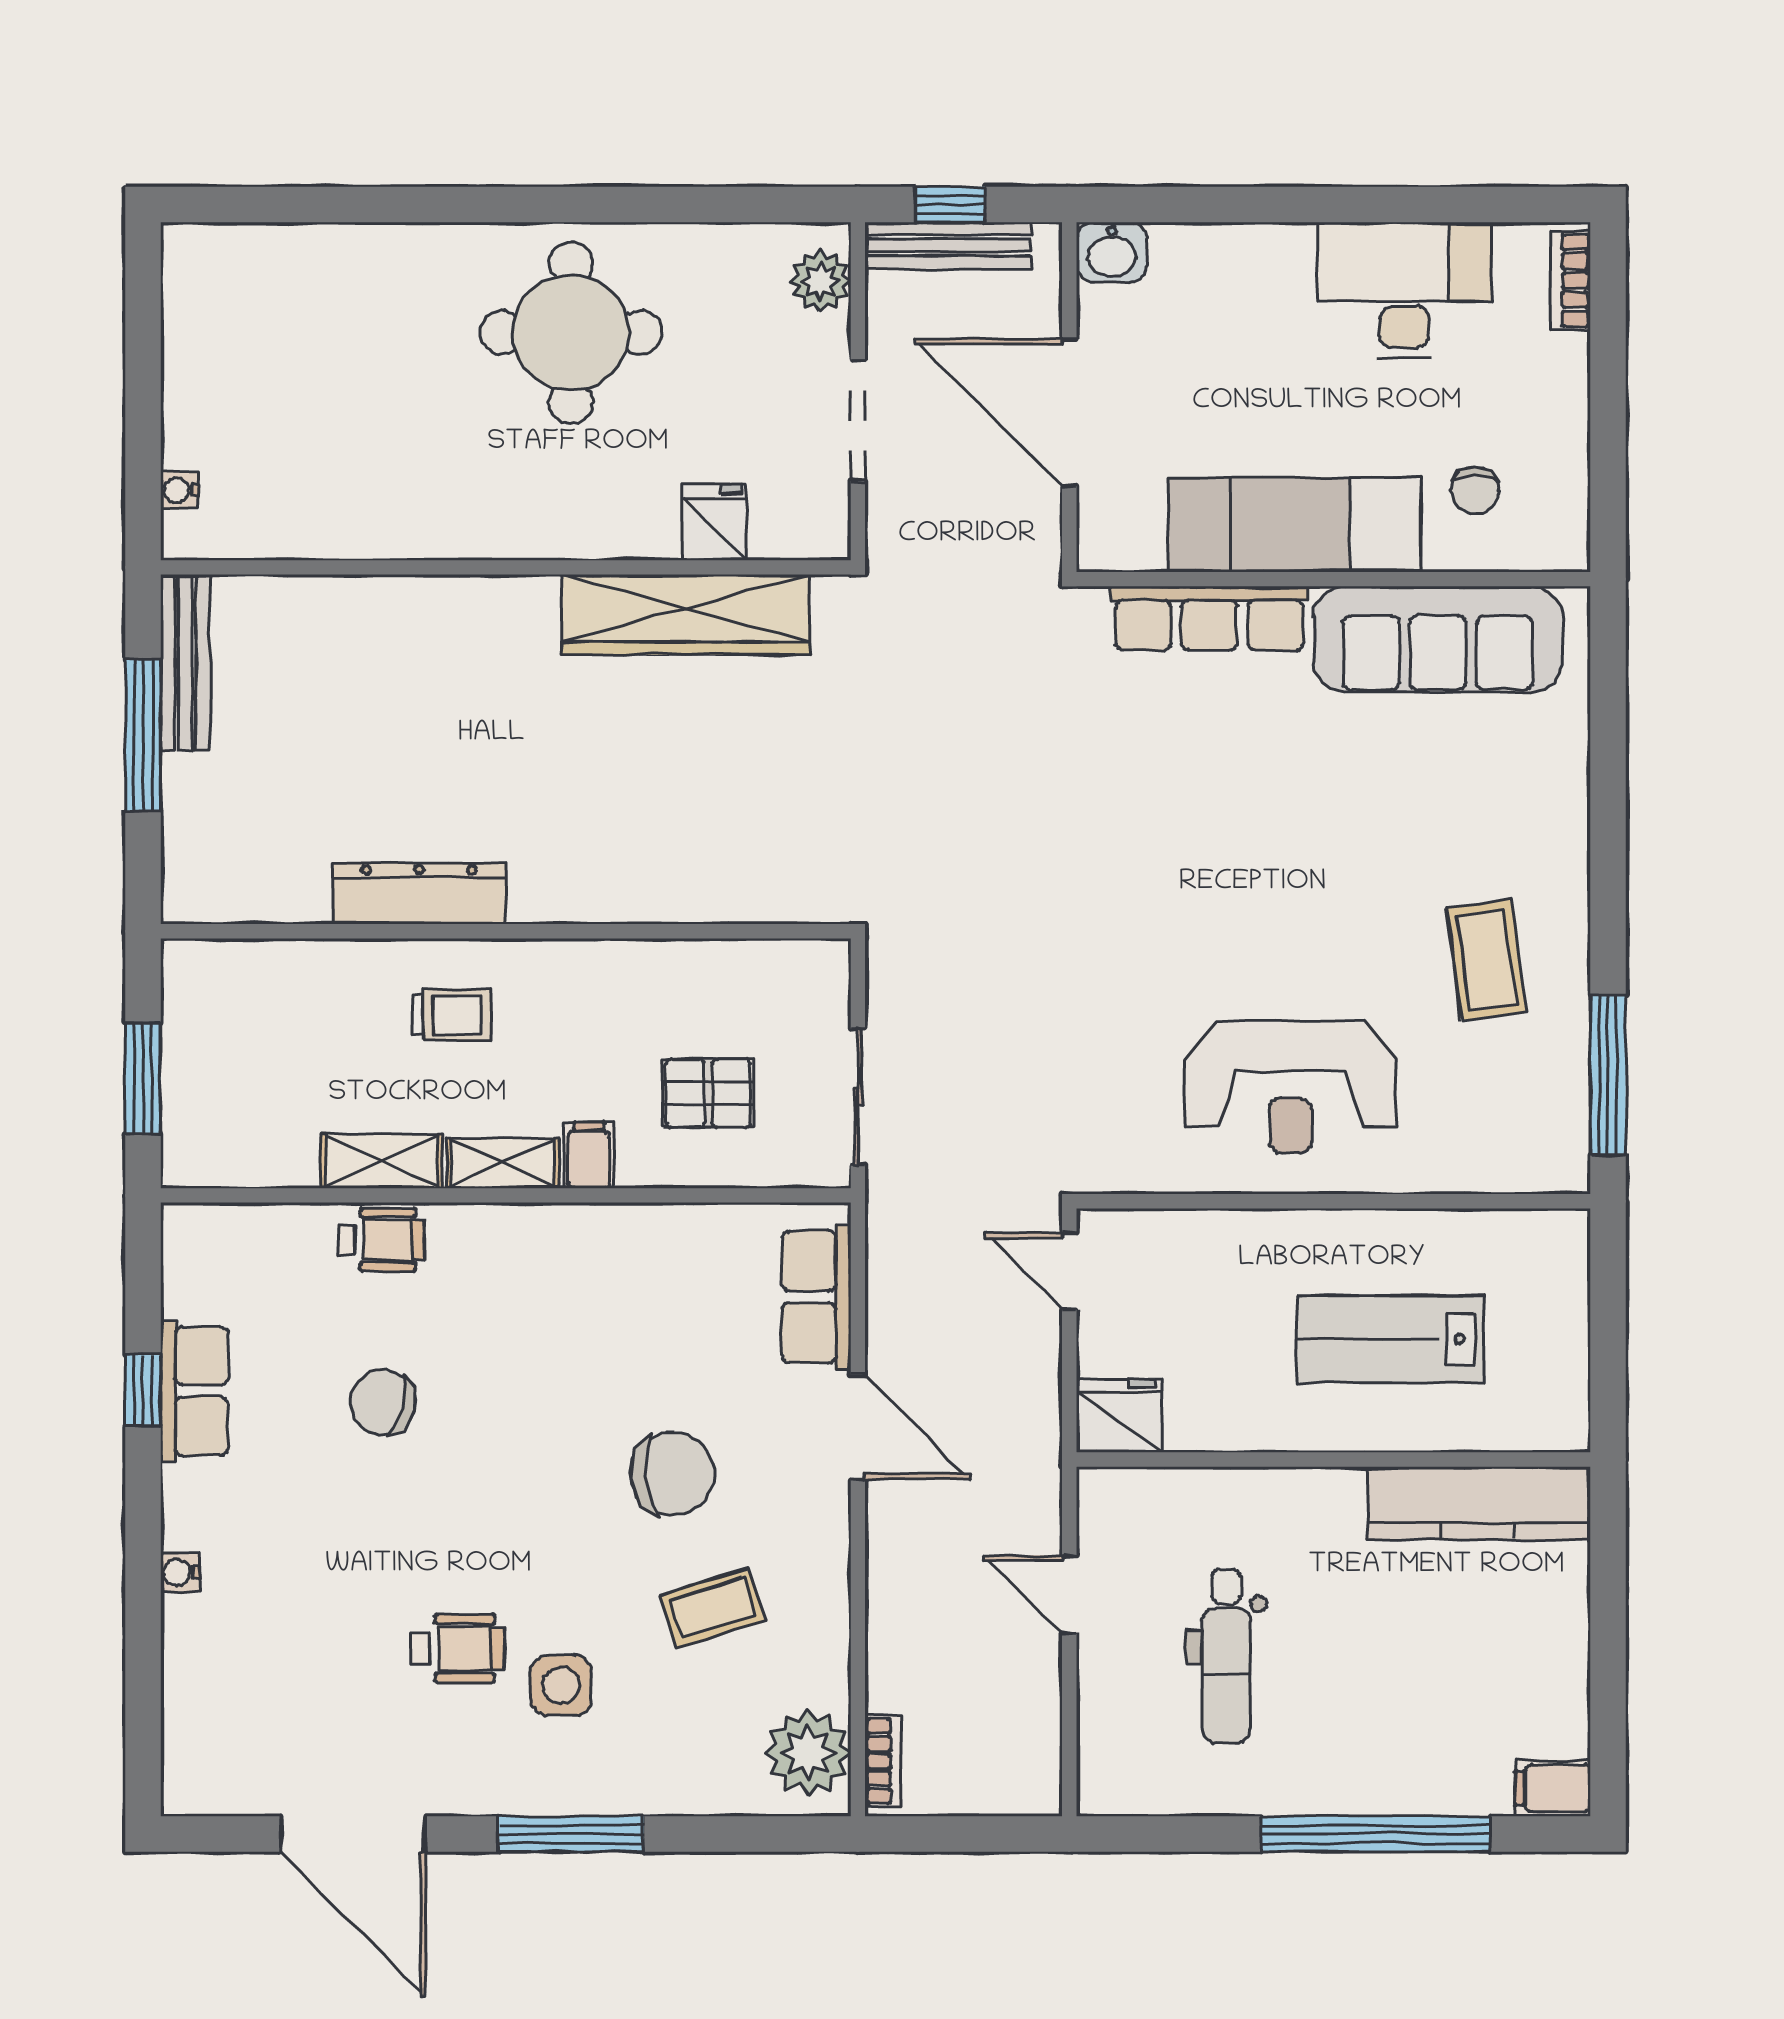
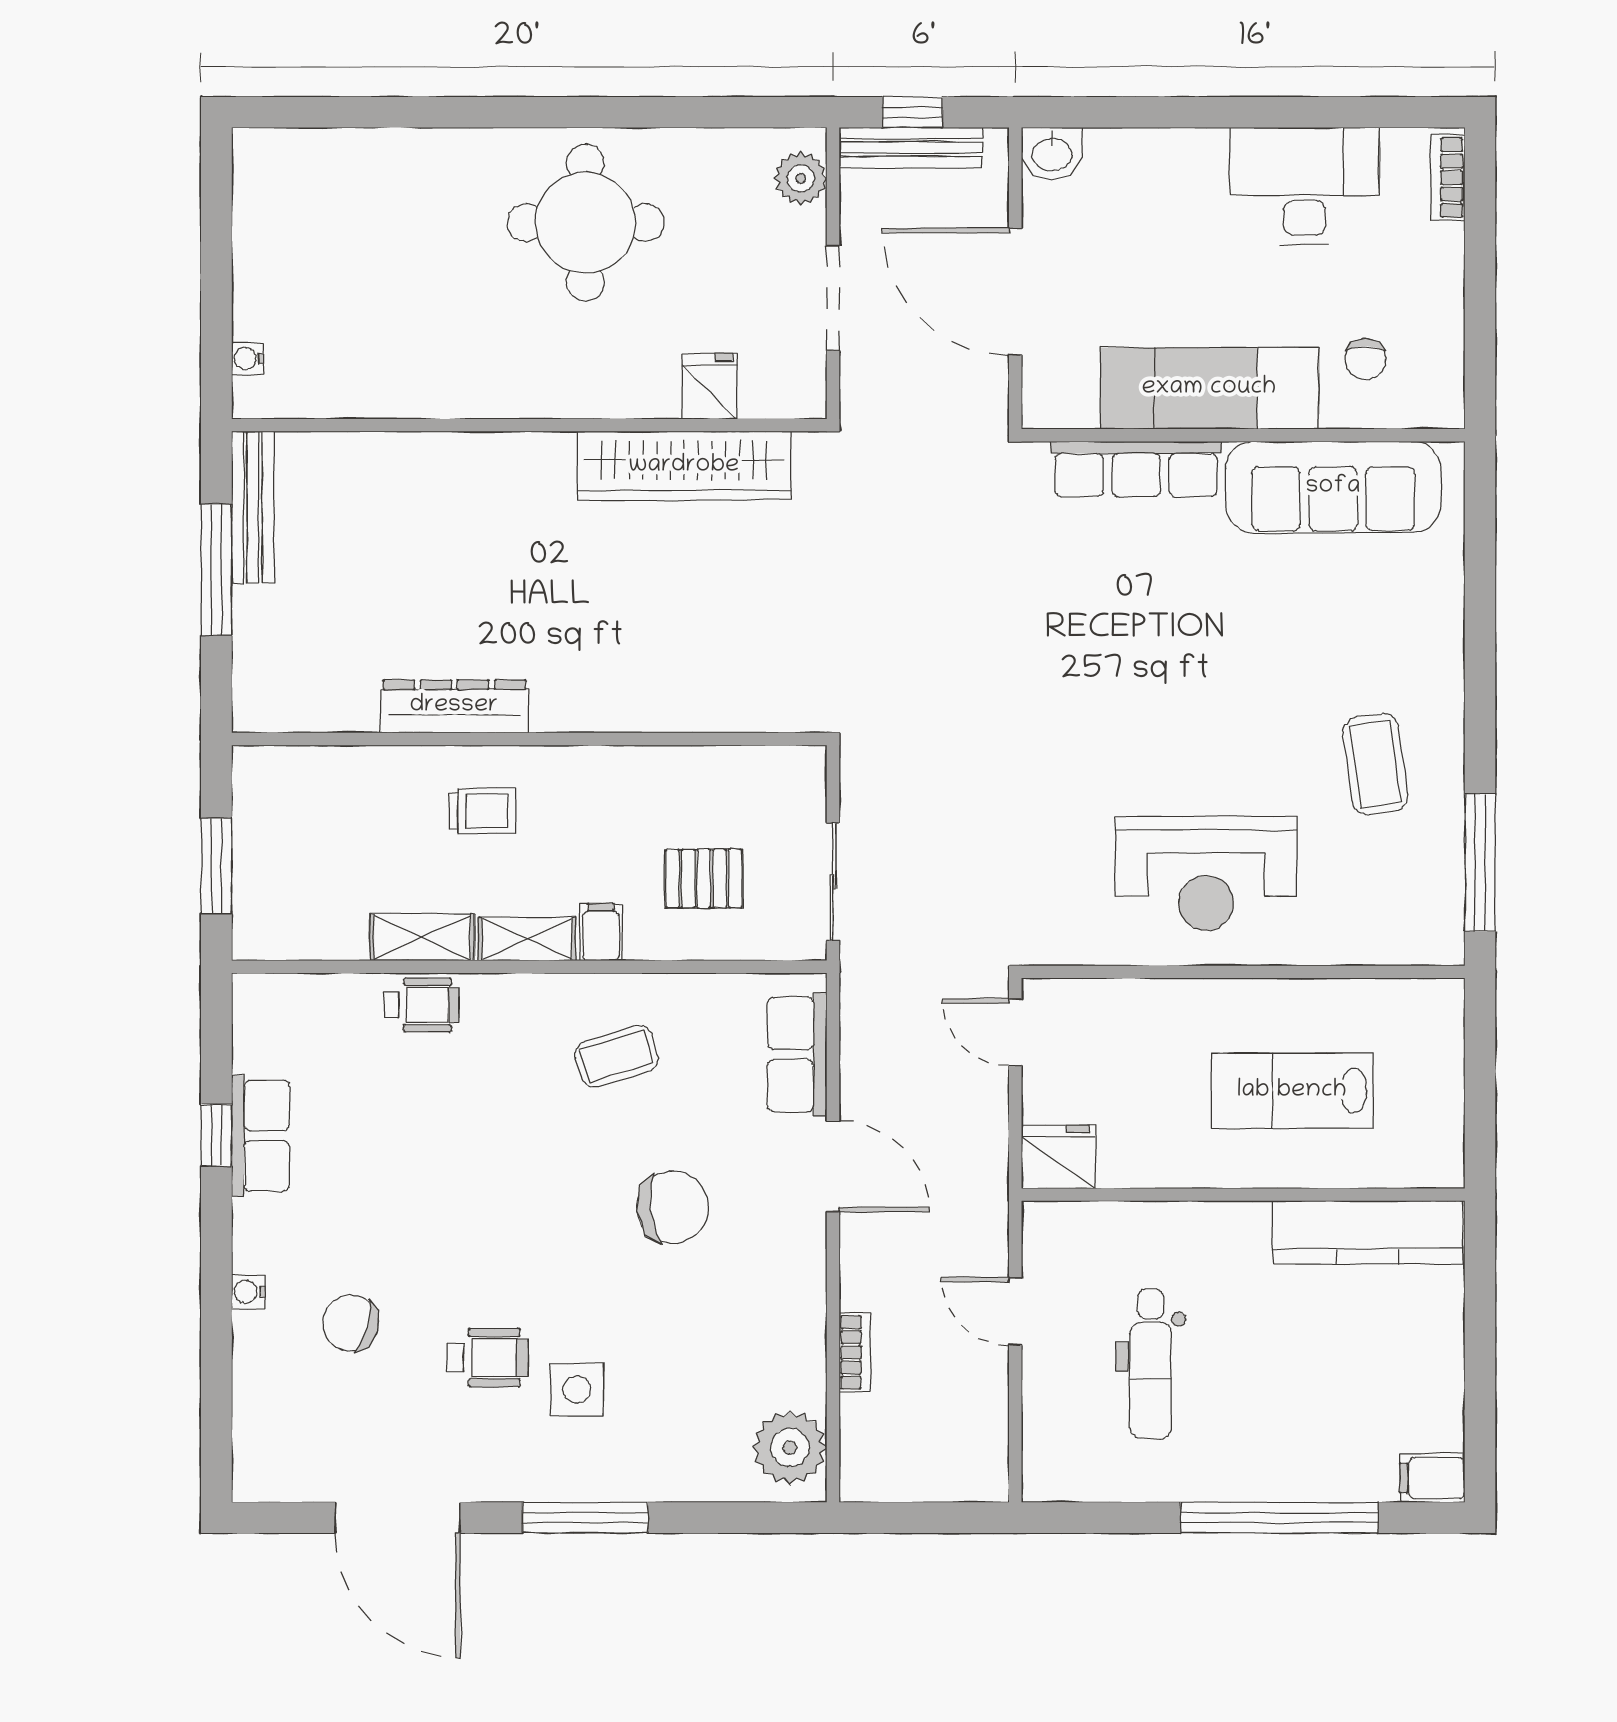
chair: (383, 1402) -> (351, 1323), moved
coffee table: (712, 1608) -> (617, 1056), moved
bookcase: (883, 1761) -> (855, 1353), moved

